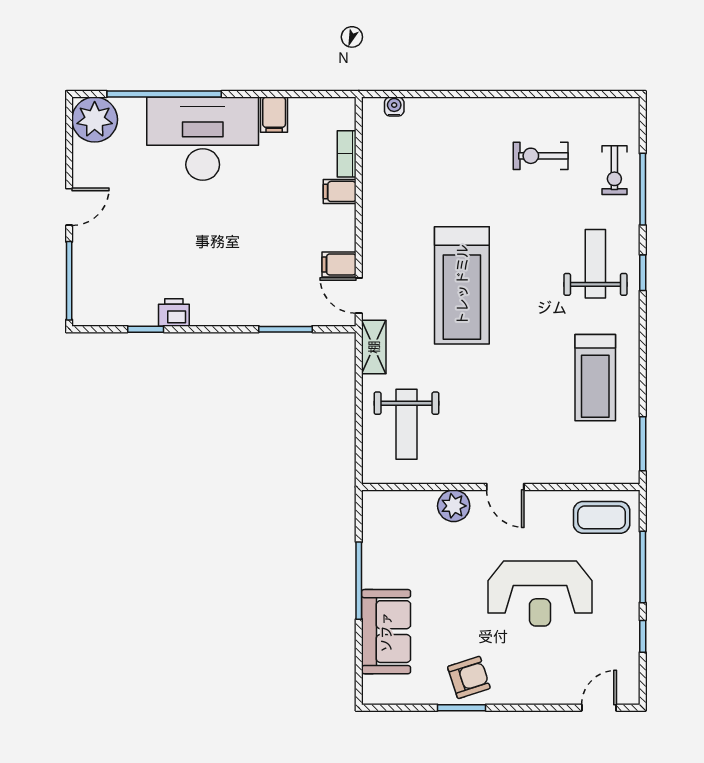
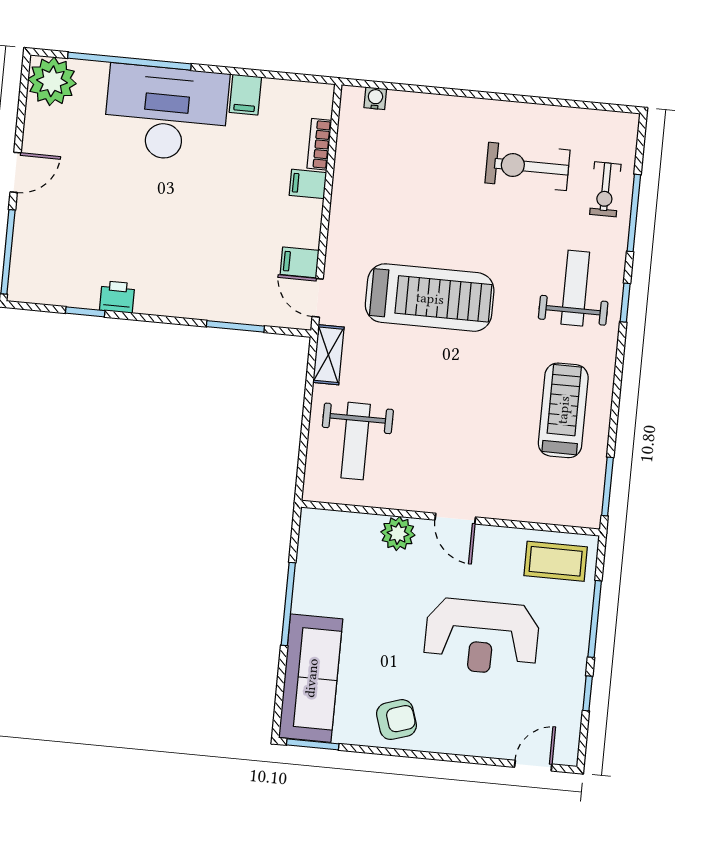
exercise bike: (541, 156) -> (528, 166), width x1.38, depth x1.39
treadmill: (462, 285) -> (430, 298), turned -90
treadmill: (595, 378) -> (563, 410), turned 180
sofa: (386, 632) -> (311, 678), width x1.36
window: (462, 708) -> (313, 744), moved

